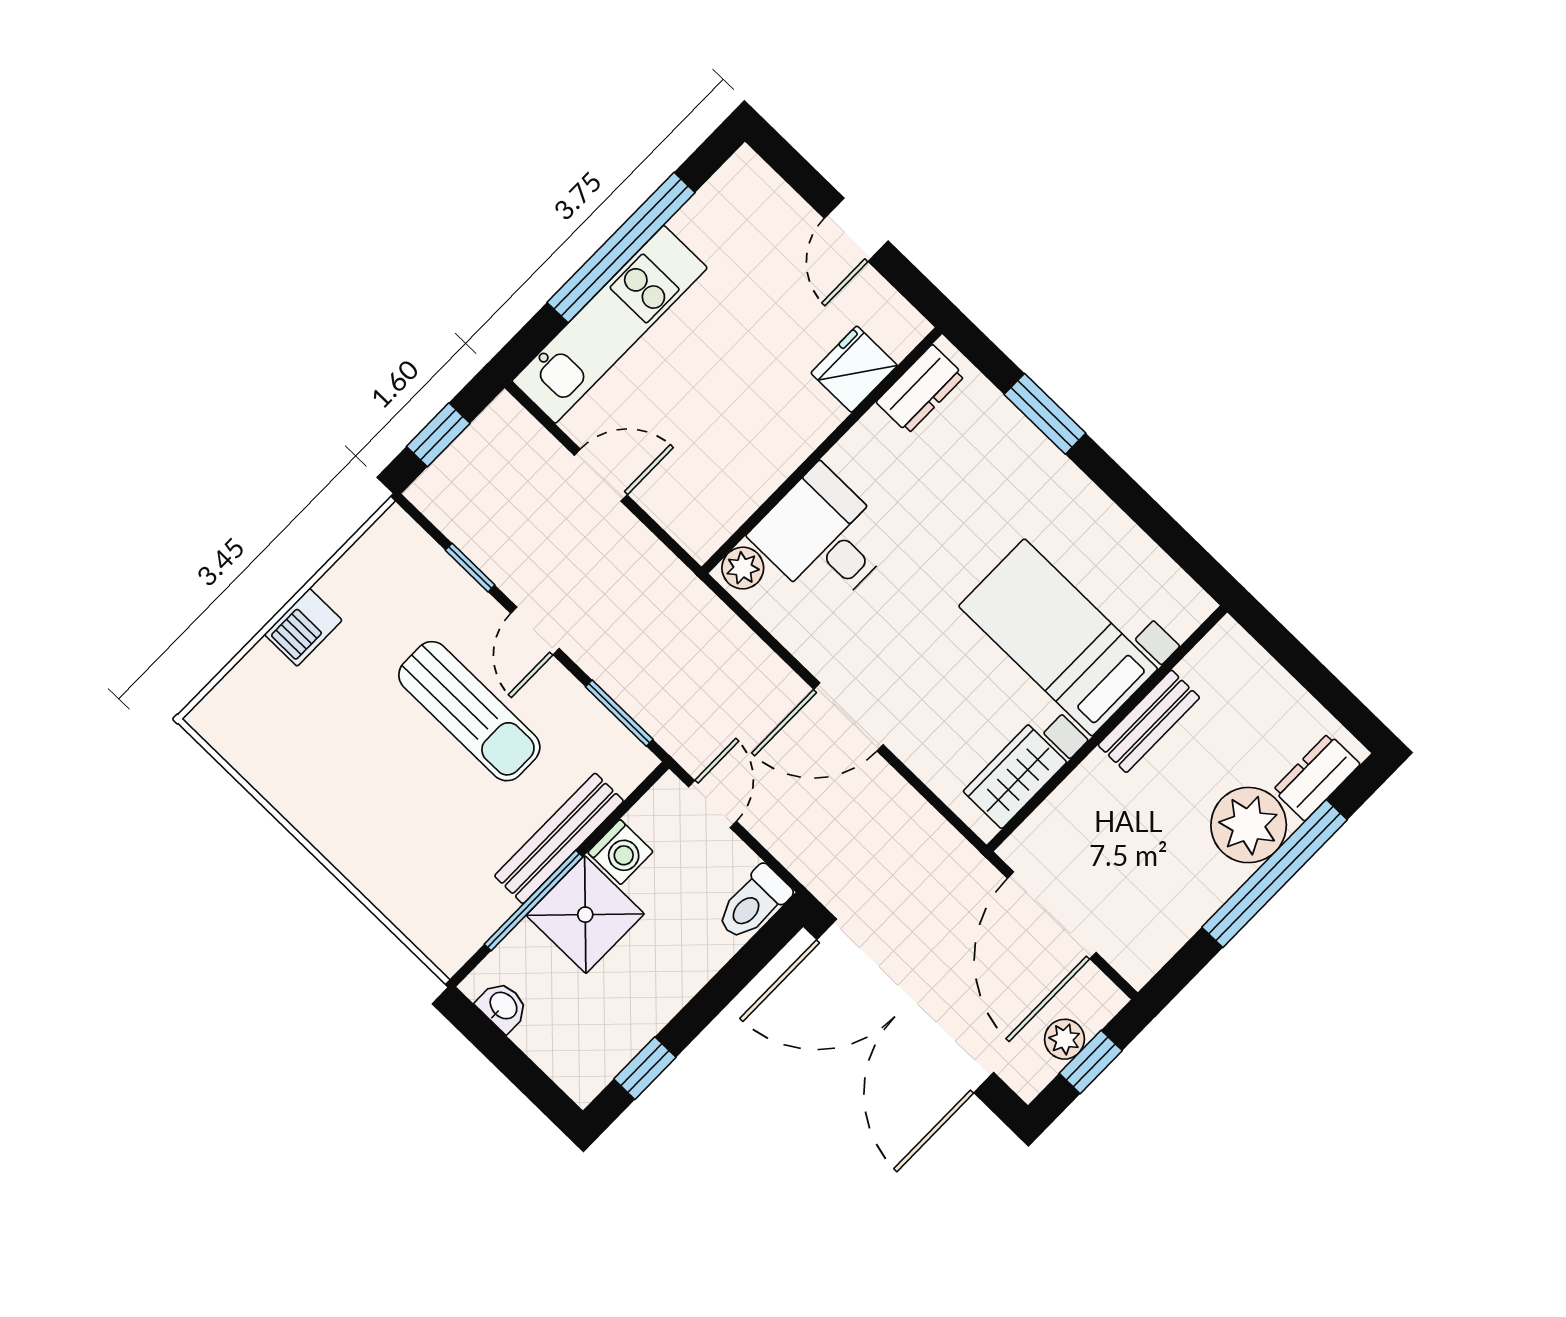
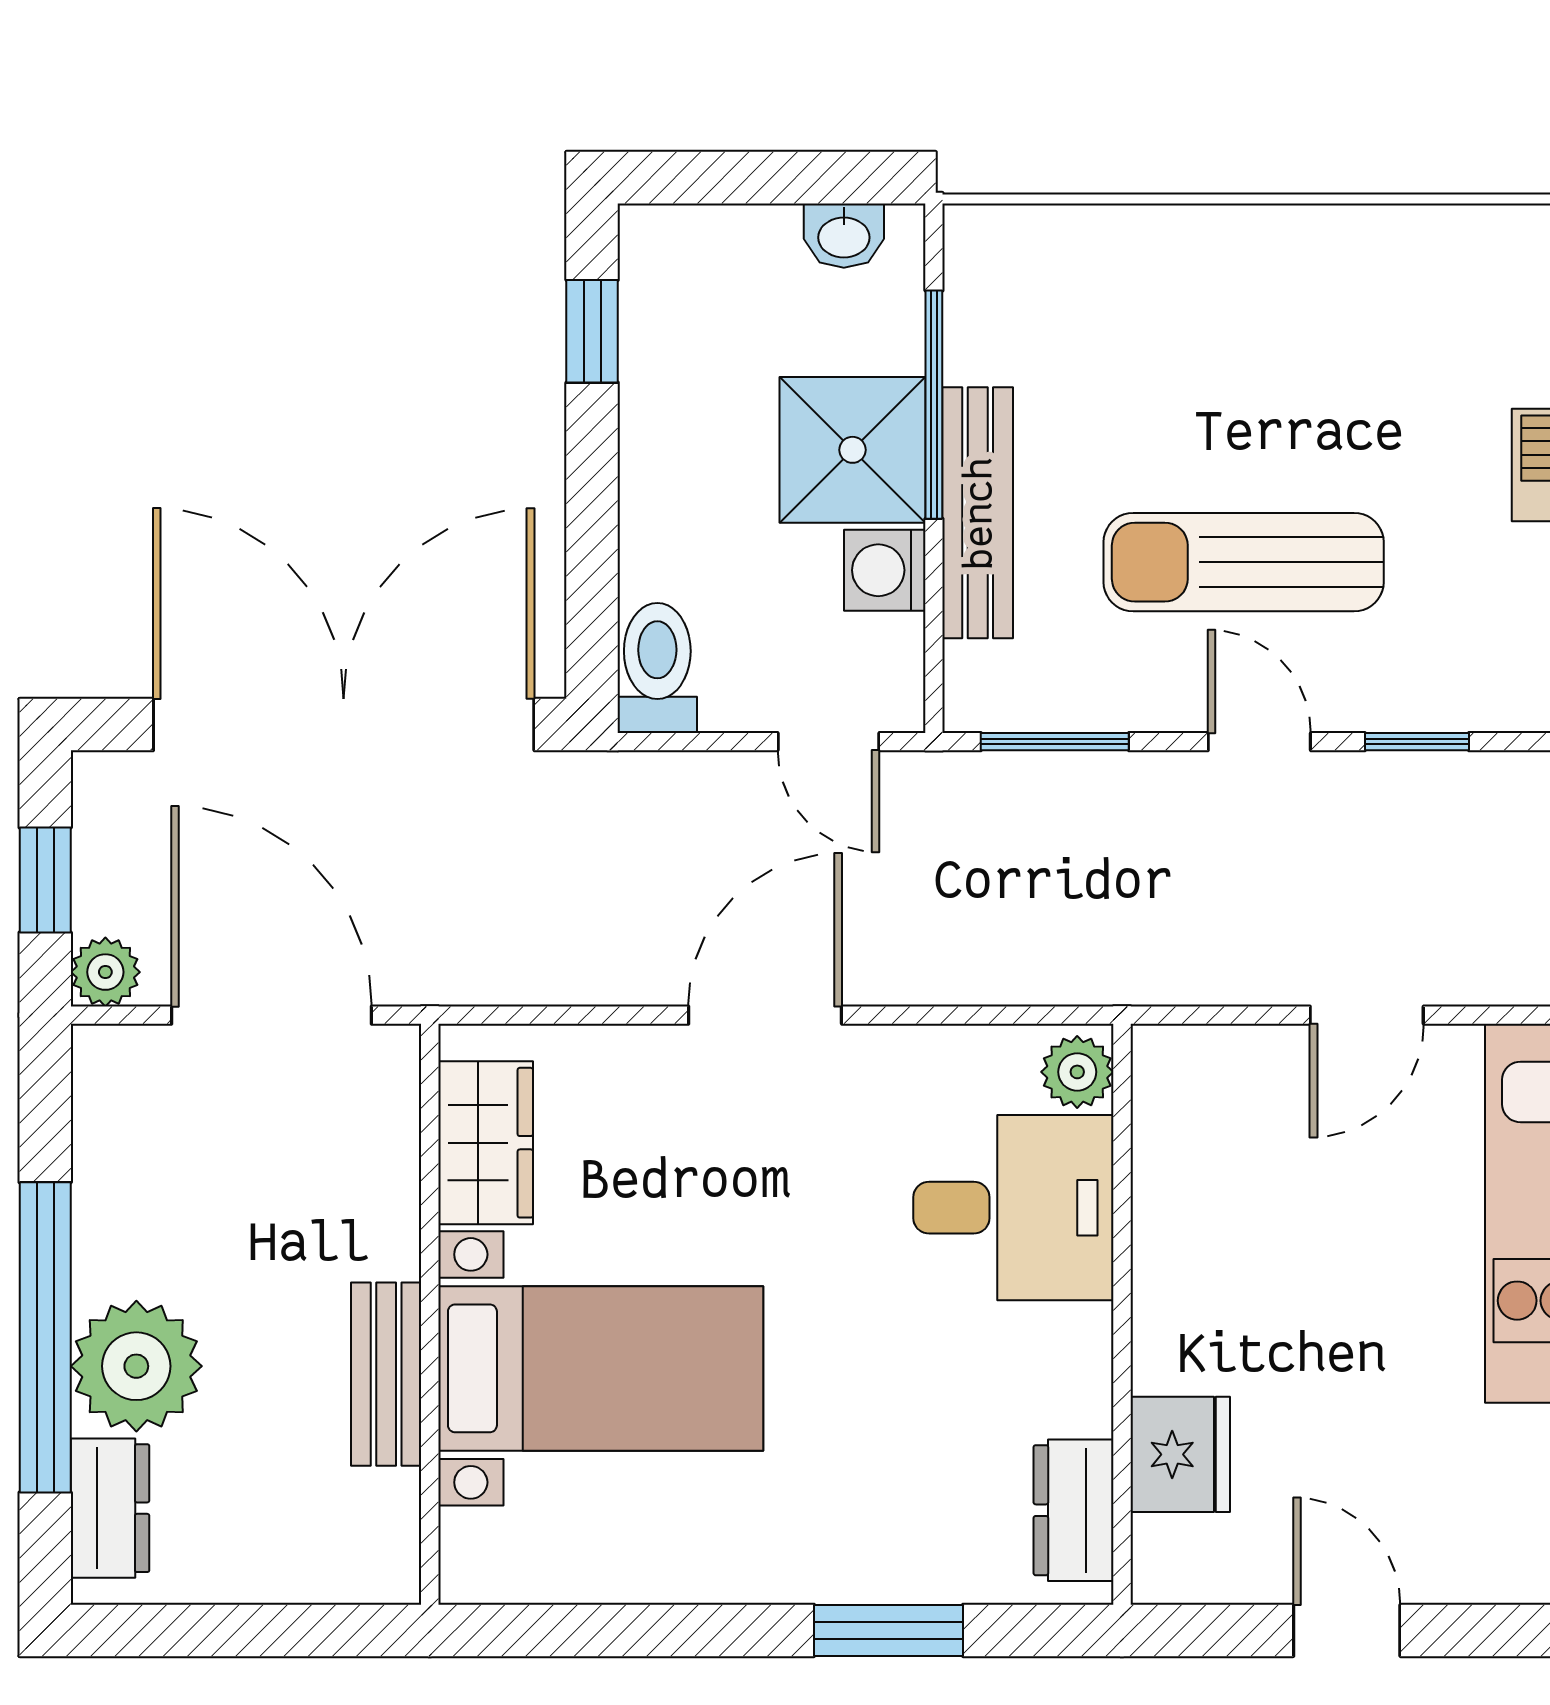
plant: (1064, 1039) -> (105, 972), moved

